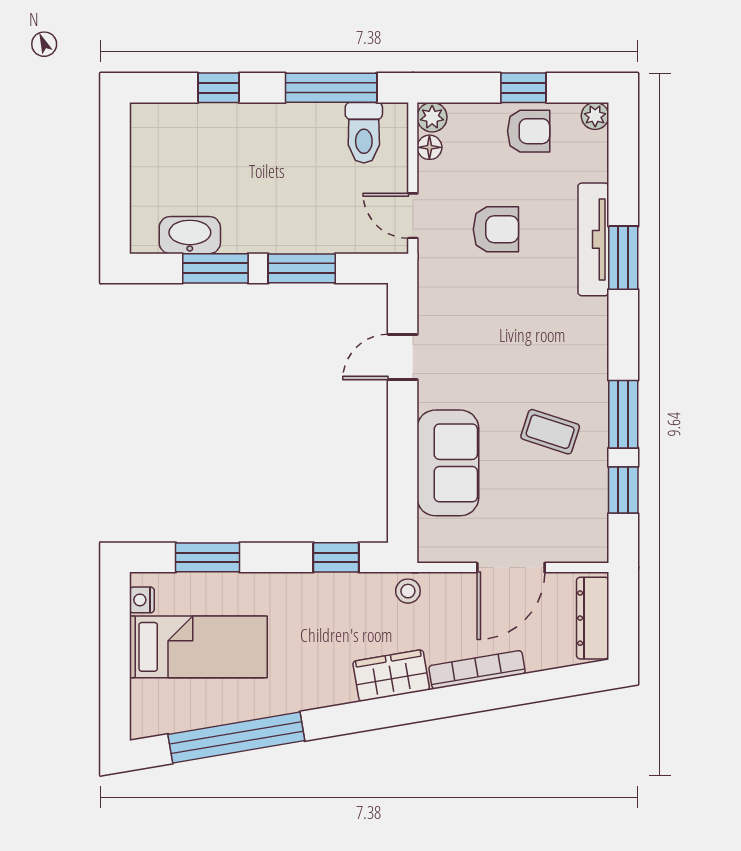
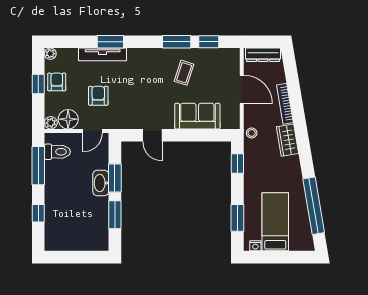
floor lamp: (429, 147) -> (68, 119), width x1.89, depth x1.89
washbasin: (190, 235) -> (101, 183), moved

